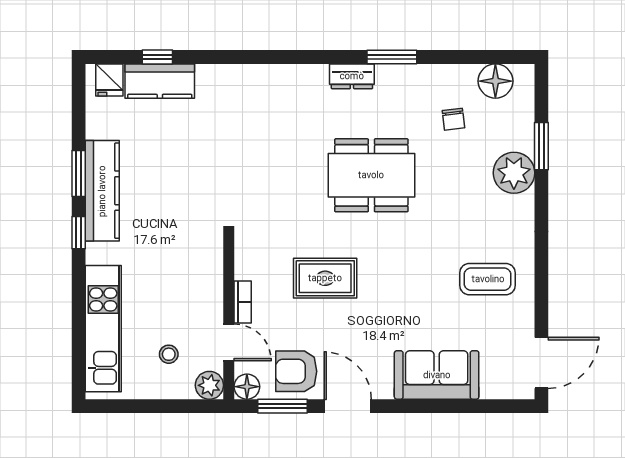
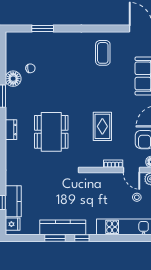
dresser: (352, 76) -> (11, 130), moved
floor lamp: (495, 81) -> (13, 79), moved
plant: (514, 173) -> (55, 41), removed
dining table: (371, 175) -> (51, 132), moved
door: (229, 342) -> (131, 170), swing flipped

